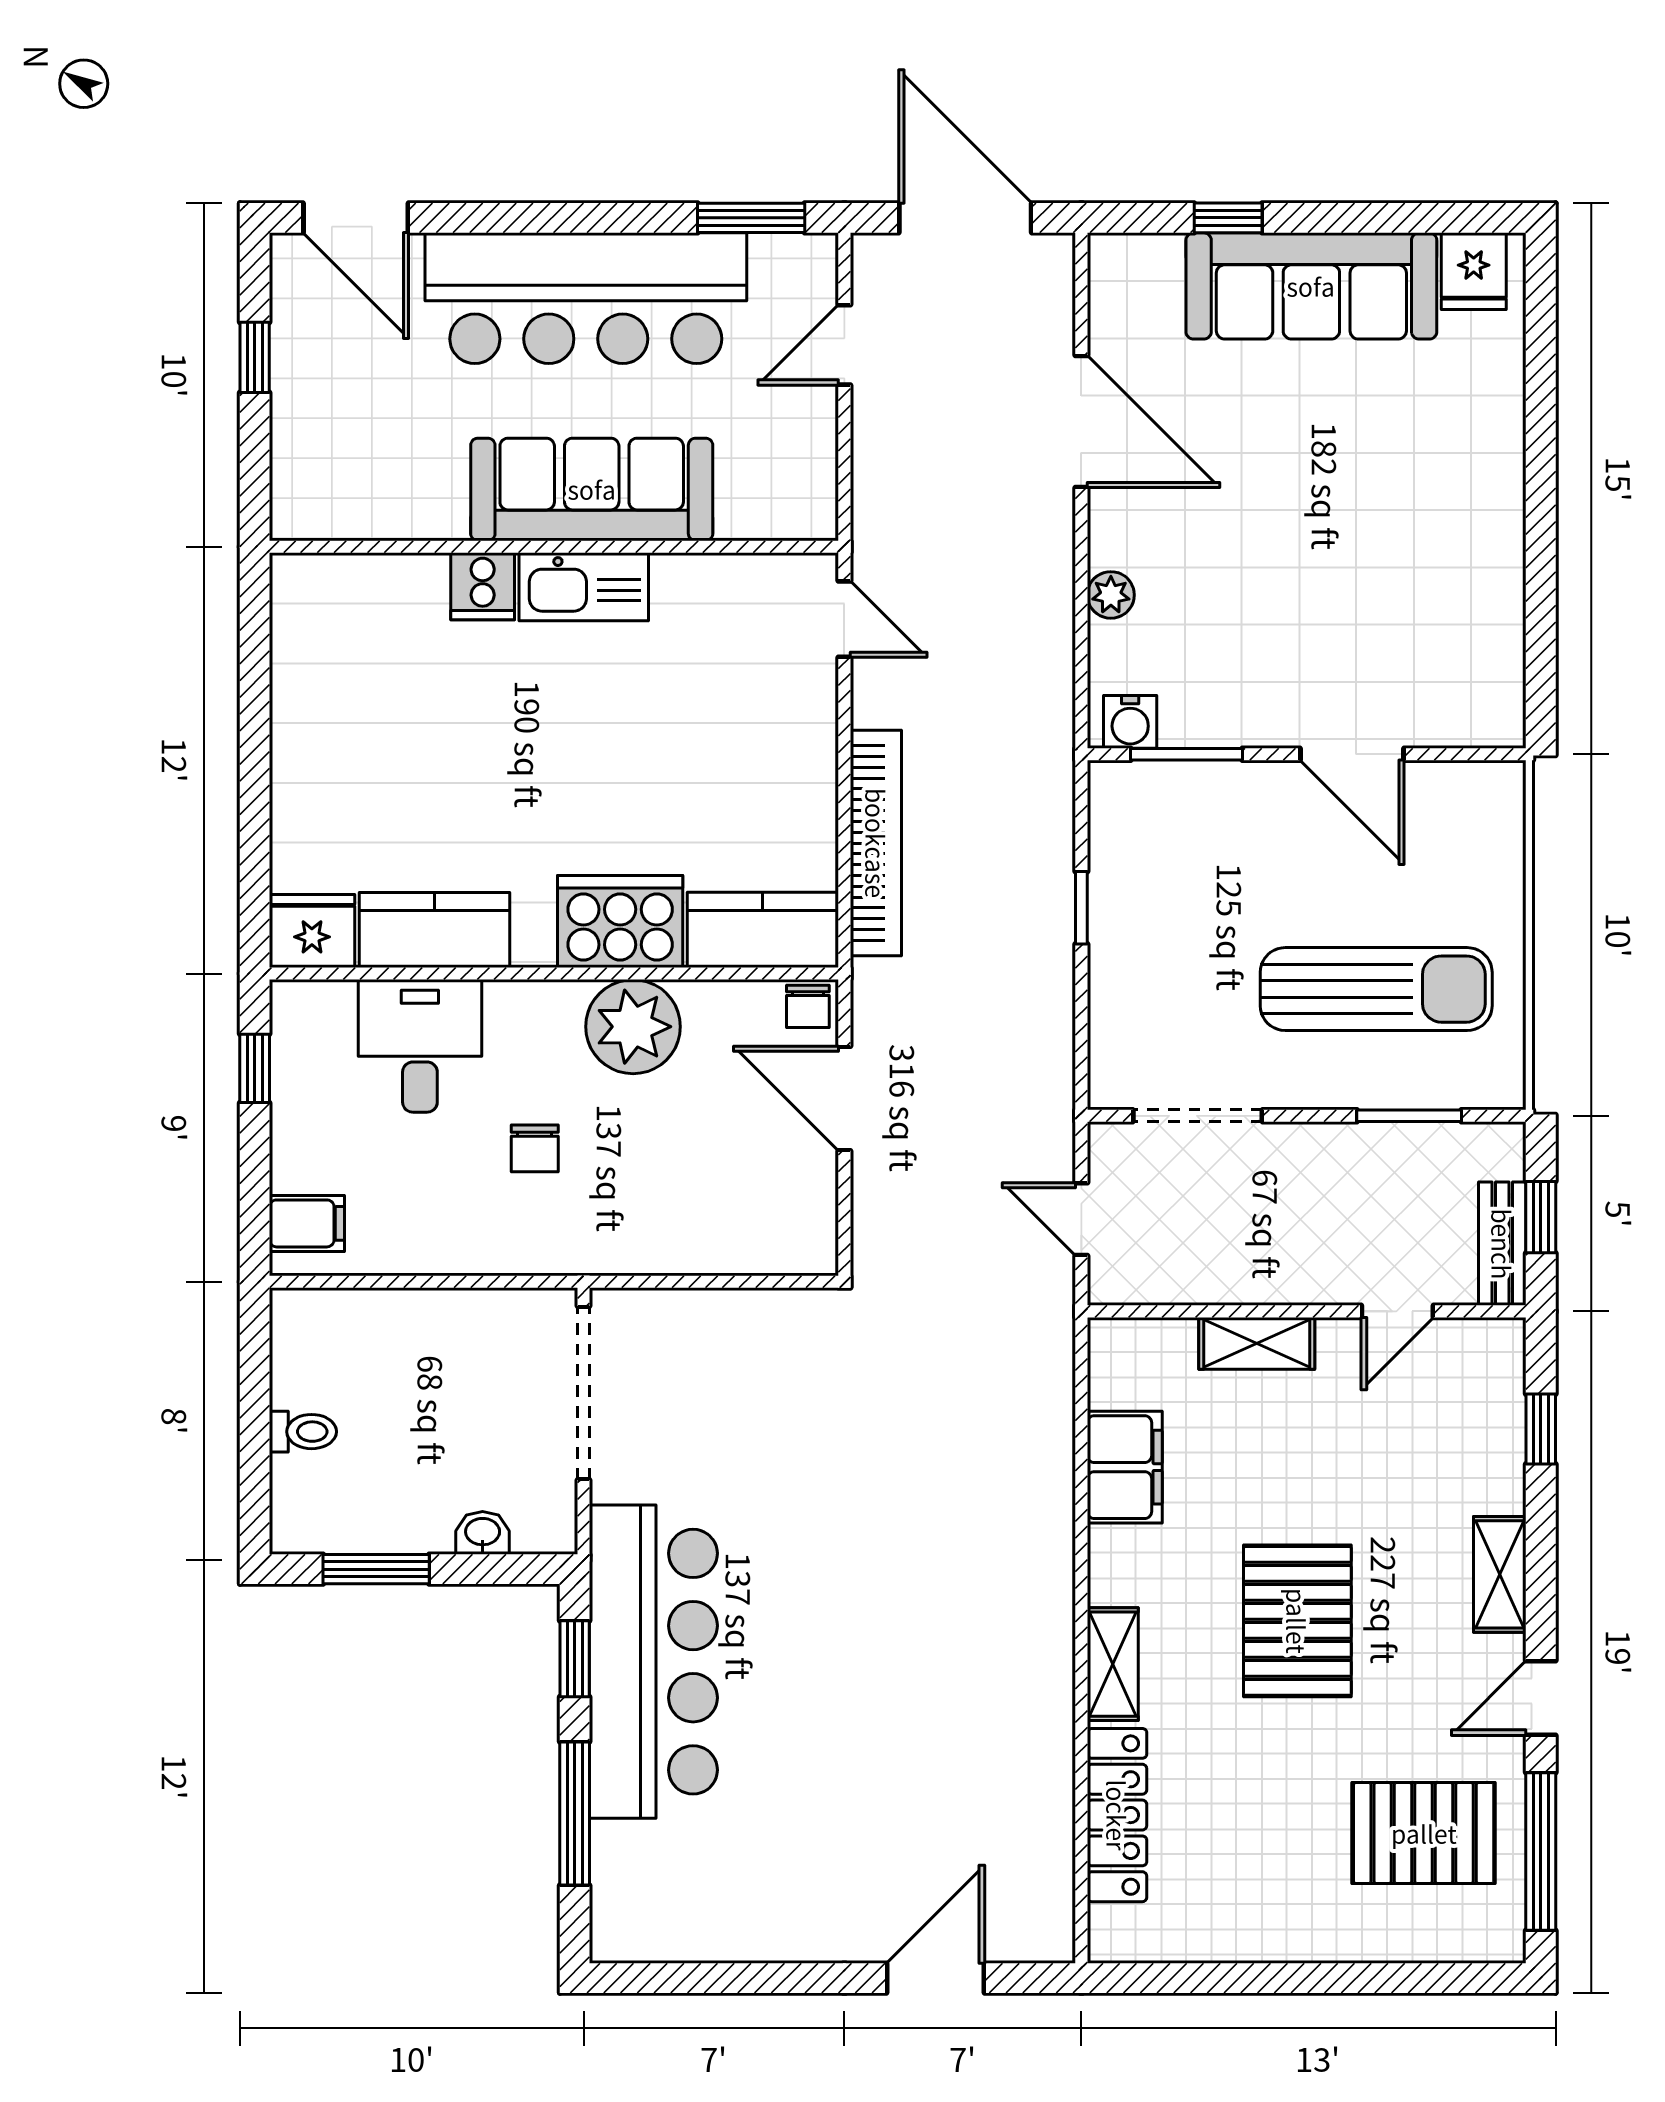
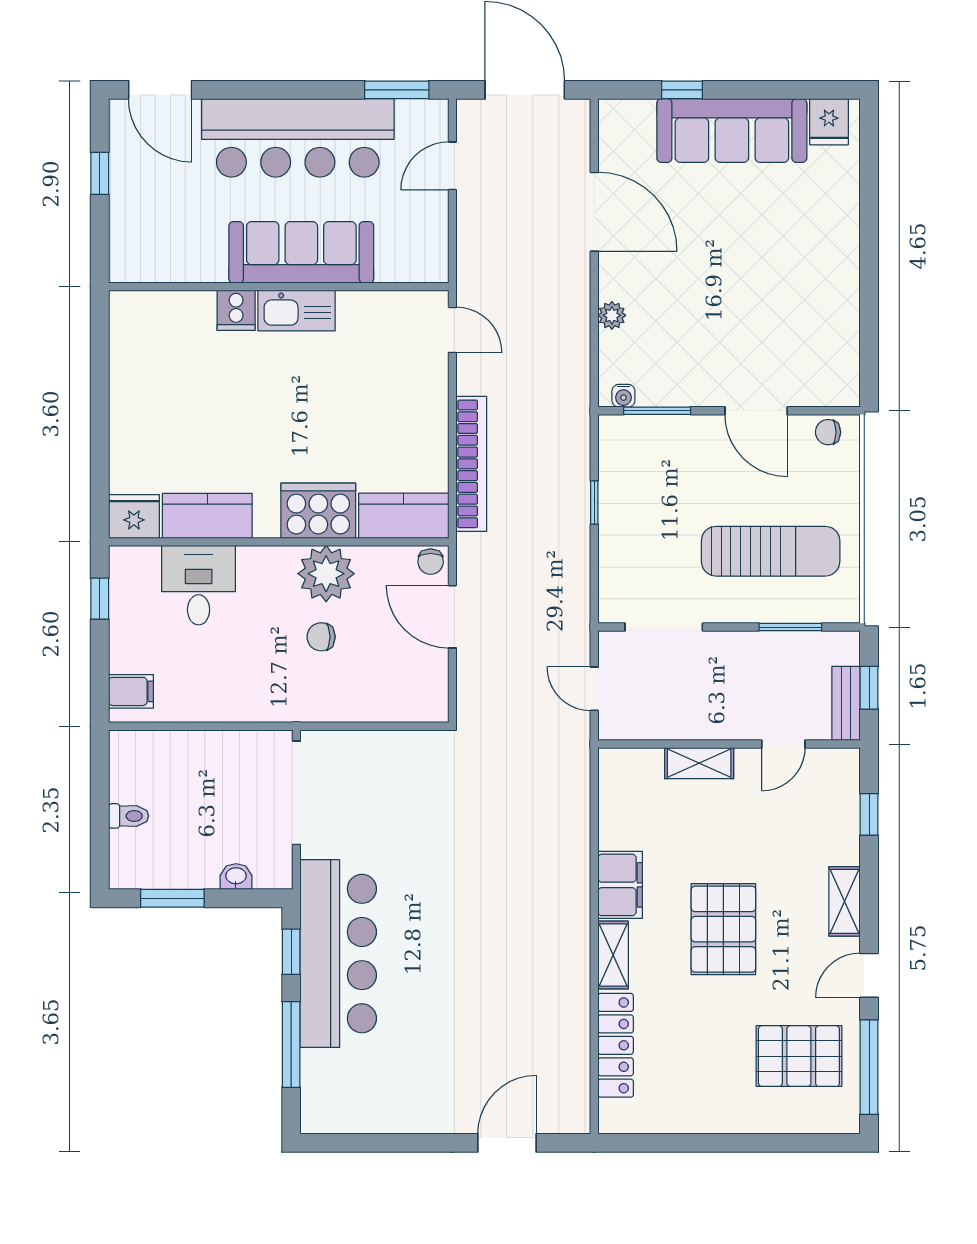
water cooler: (1130, 722) -> (623, 396), width x0.72, depth x0.72
chair: (1472, 790) -> (828, 432), added
chair: (535, 1148) -> (321, 637), moved, turned 90
filing cabinet: (1125, 1467) -> (620, 885), moved

